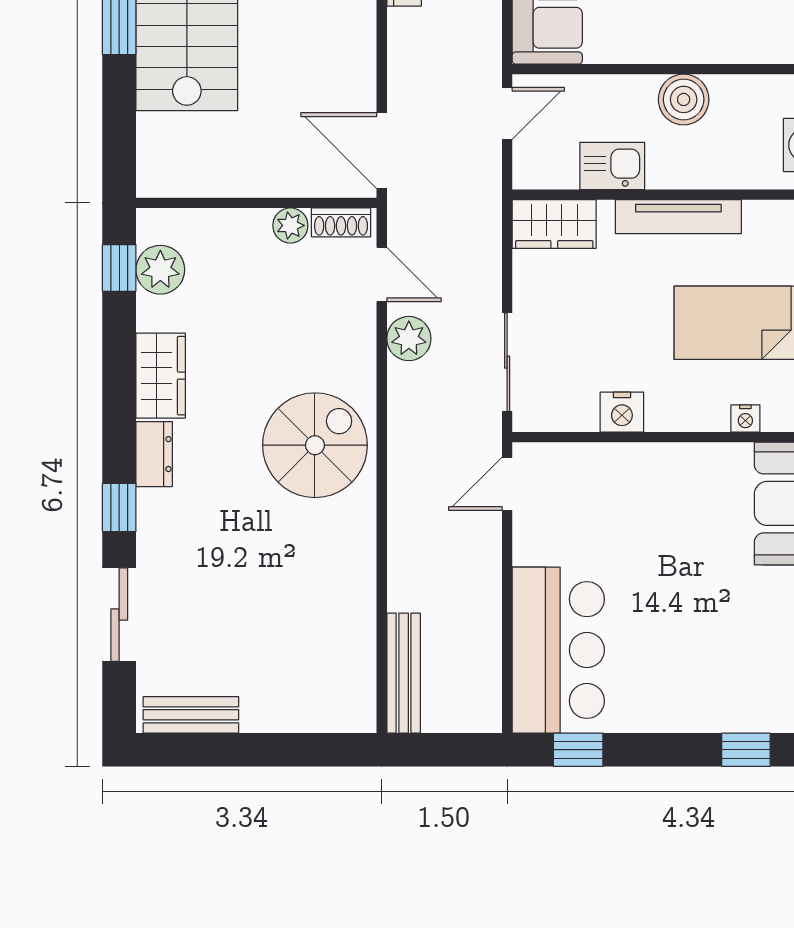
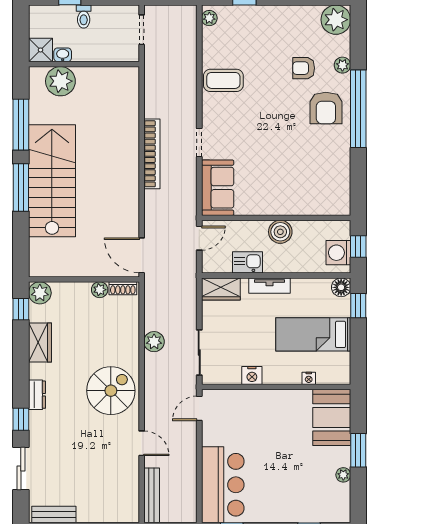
tv unit: (678, 217) -> (270, 286), width x0.71
plant: (160, 270) -> (40, 293), moved
door: (382, 275) -> (142, 443), moved
wardrobe: (161, 376) -> (40, 343), moved

